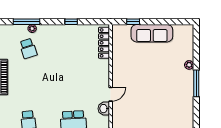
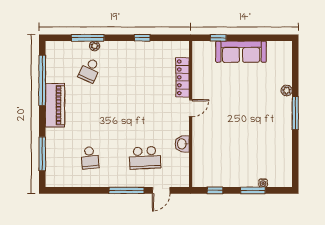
locker: (104, 43) -> (183, 77), moved
school desk: (28, 48) -> (90, 70), turned 42
door: (111, 94) -> (191, 108), moved

